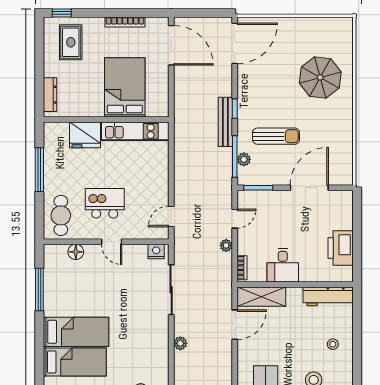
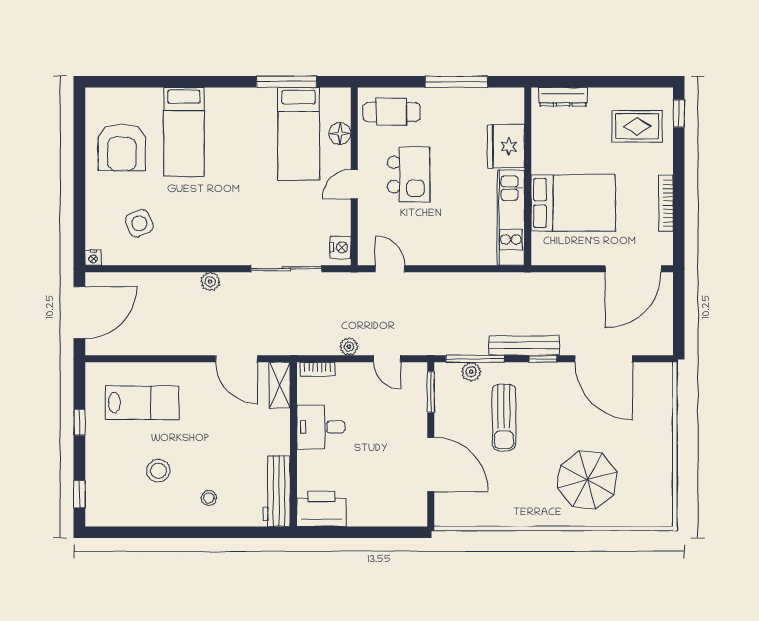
door: (235, 43) -> (604, 359), moved
printer: (341, 248) -> (322, 509), moved
shelving: (261, 297) -> (280, 385), width x0.67, depth x0.75
bed: (76, 332) -> (299, 134), moved

